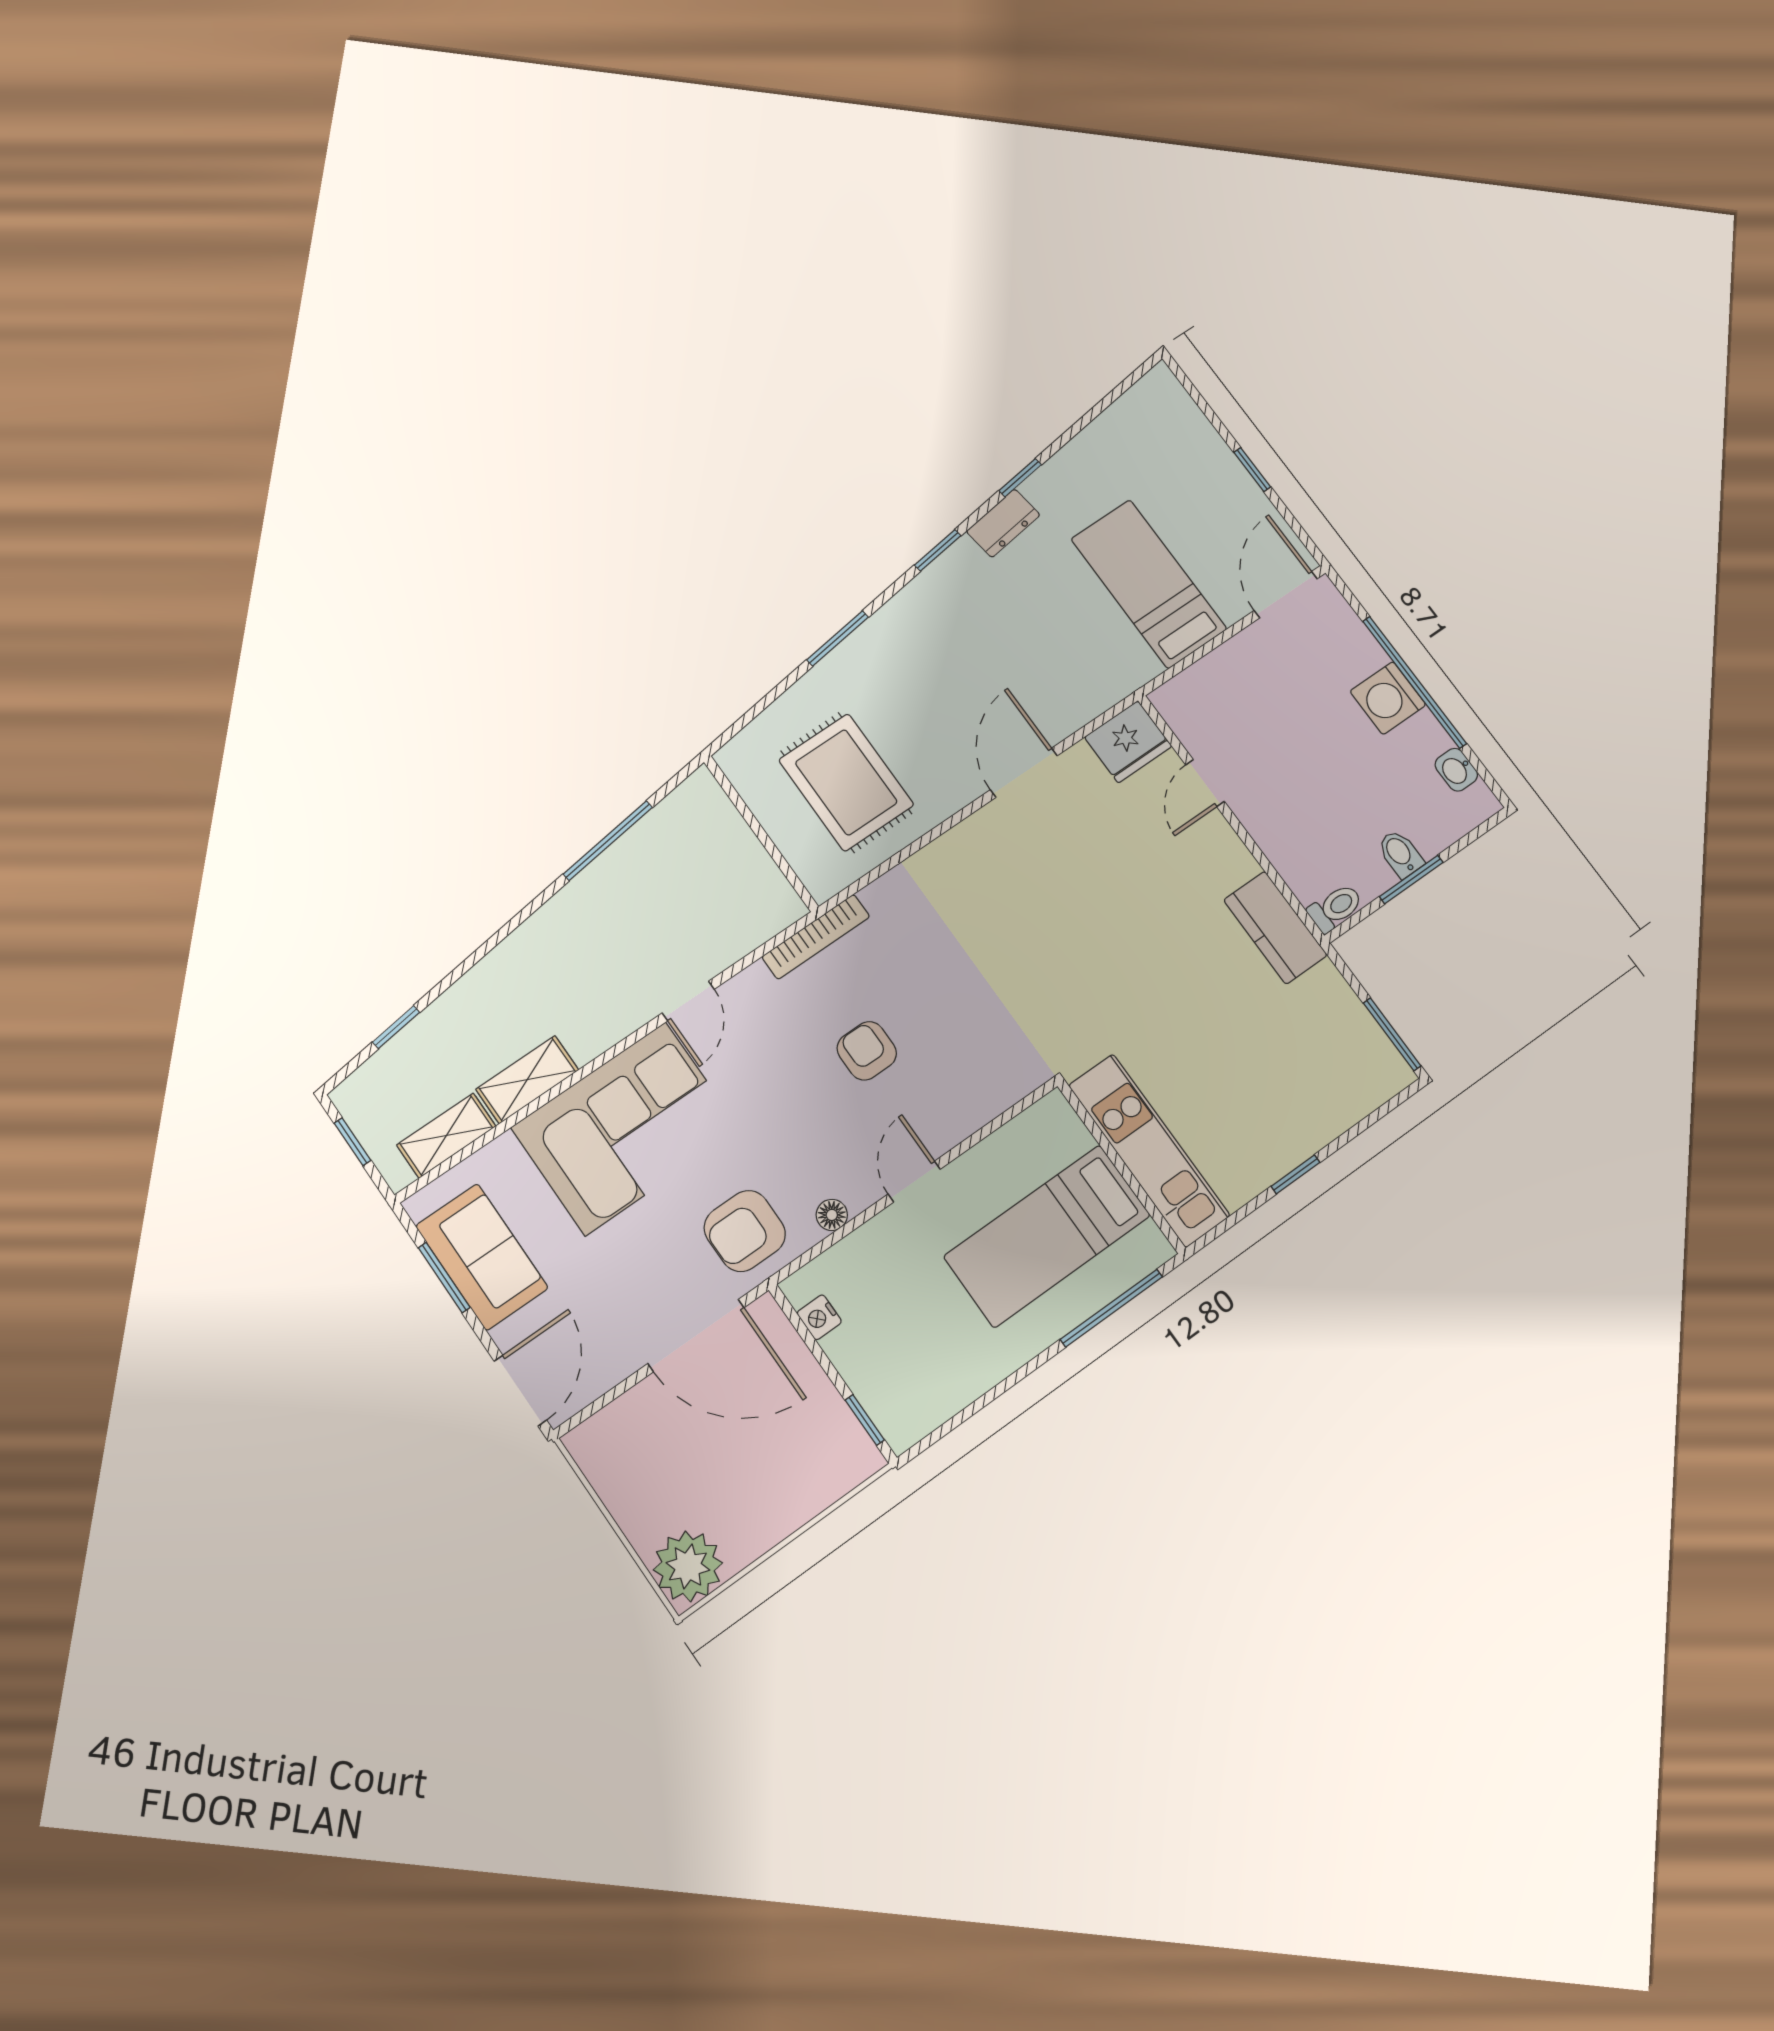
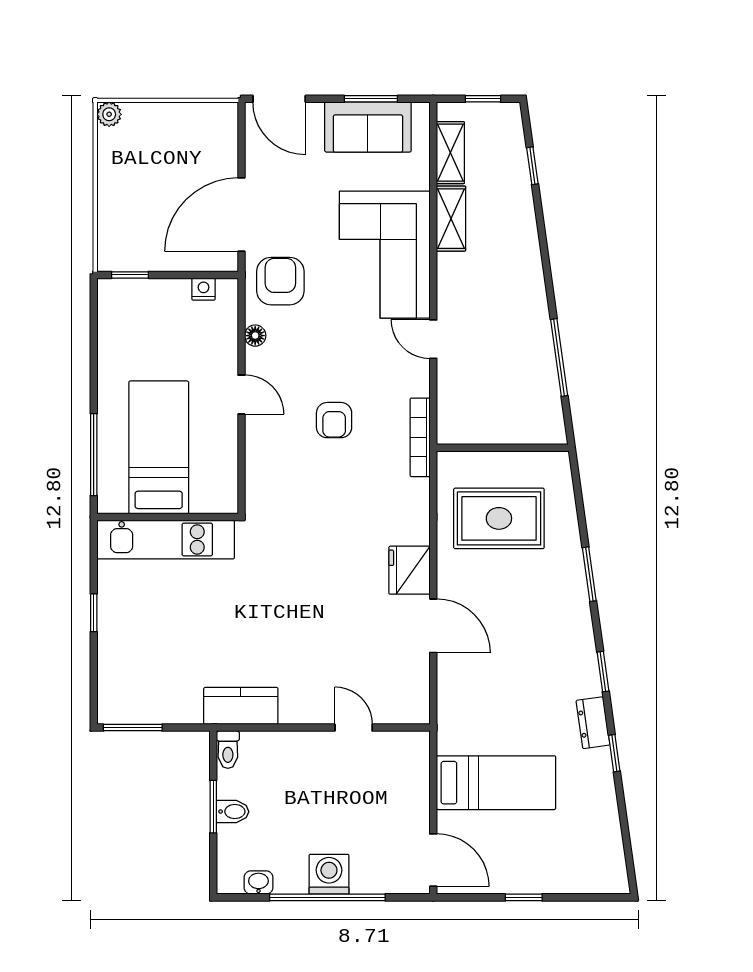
fridge: (1128, 742) -> (409, 570), moved
armchair: (867, 1051) -> (334, 420), turned 90
plant: (688, 1566) -> (109, 114), width x0.53, depth x0.53

